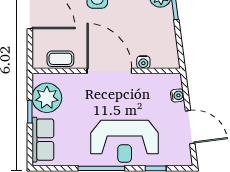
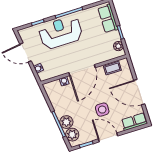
door: (109, 71) -> (82, 70), hinge flipped
plant: (47, 98) -> (118, 46), width x0.53, depth x0.53

